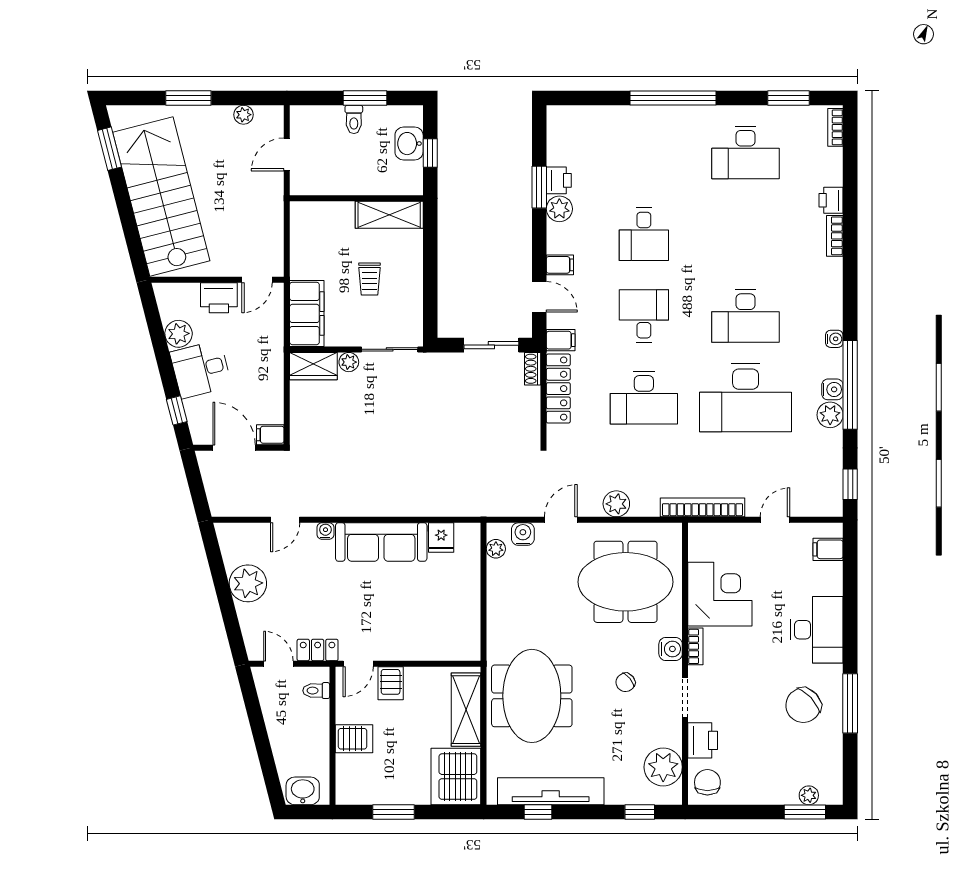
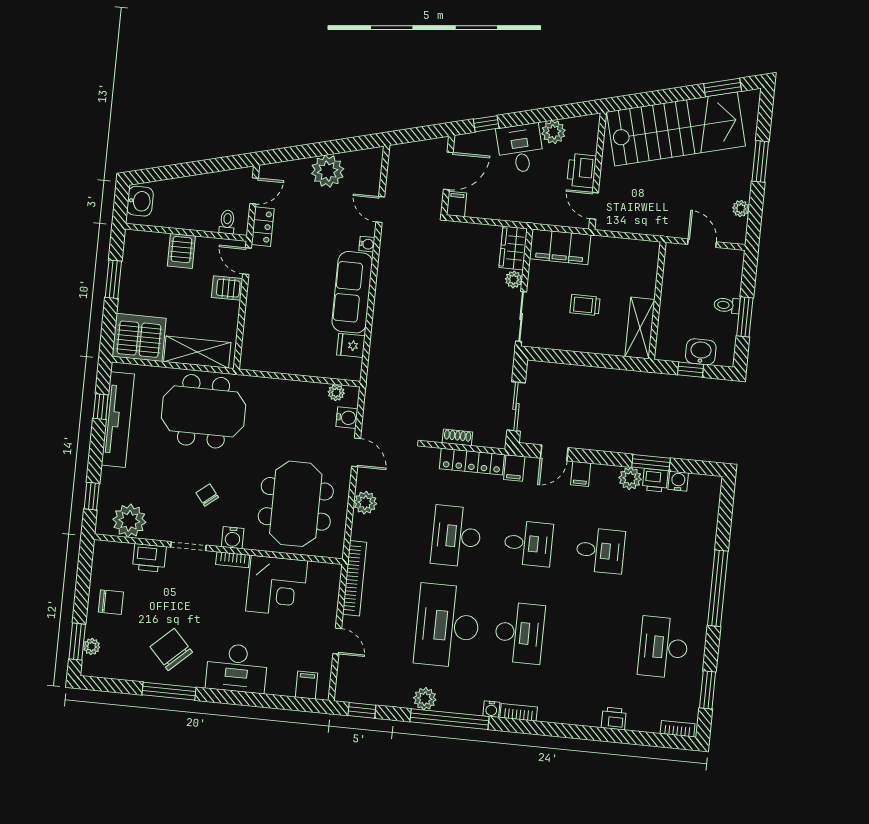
desk: (644, 234) -> (600, 551), turned 180
bookcase: (835, 236) -> (519, 712), moved
desk: (746, 316) -> (519, 633), turned 180
shoe rack: (533, 369) -> (457, 437), moved
water cooler: (832, 389) -> (678, 481), moved, turned 180
chair: (707, 782) -> (111, 602), moved

